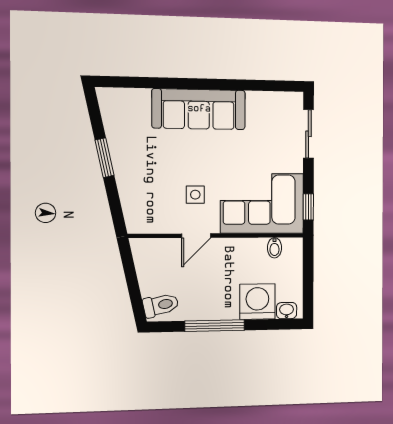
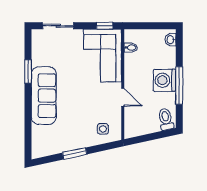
window: (237, 85) -> (28, 71), added
side table: (195, 195) -> (103, 129), moved
washing machine: (257, 302) -> (165, 80), moved

